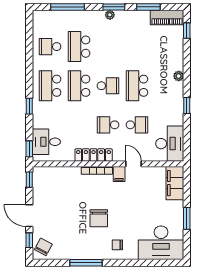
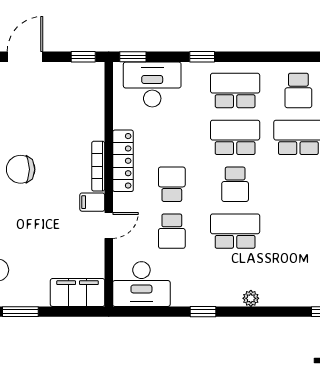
school desk: (50, 47) -> (298, 90), turned 180
desk: (46, 142) -> (152, 84), width x1.37

